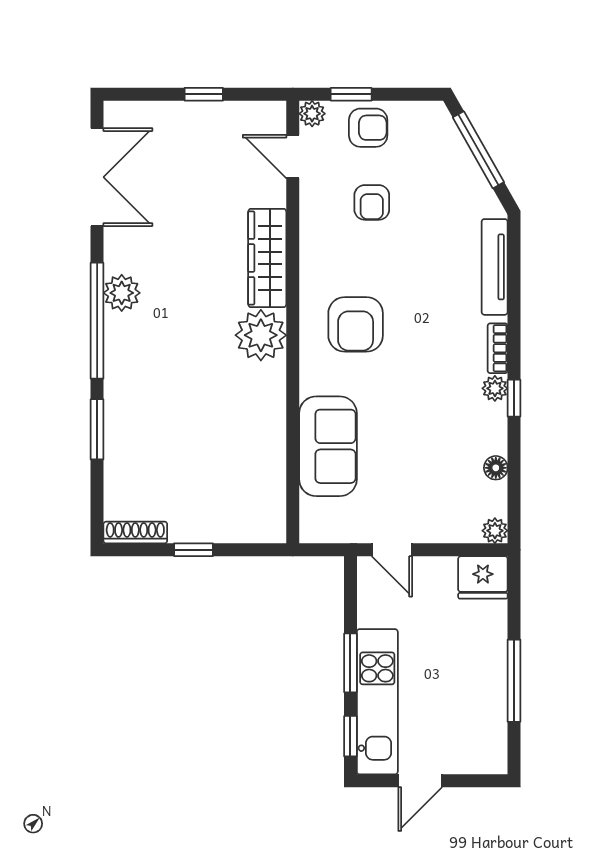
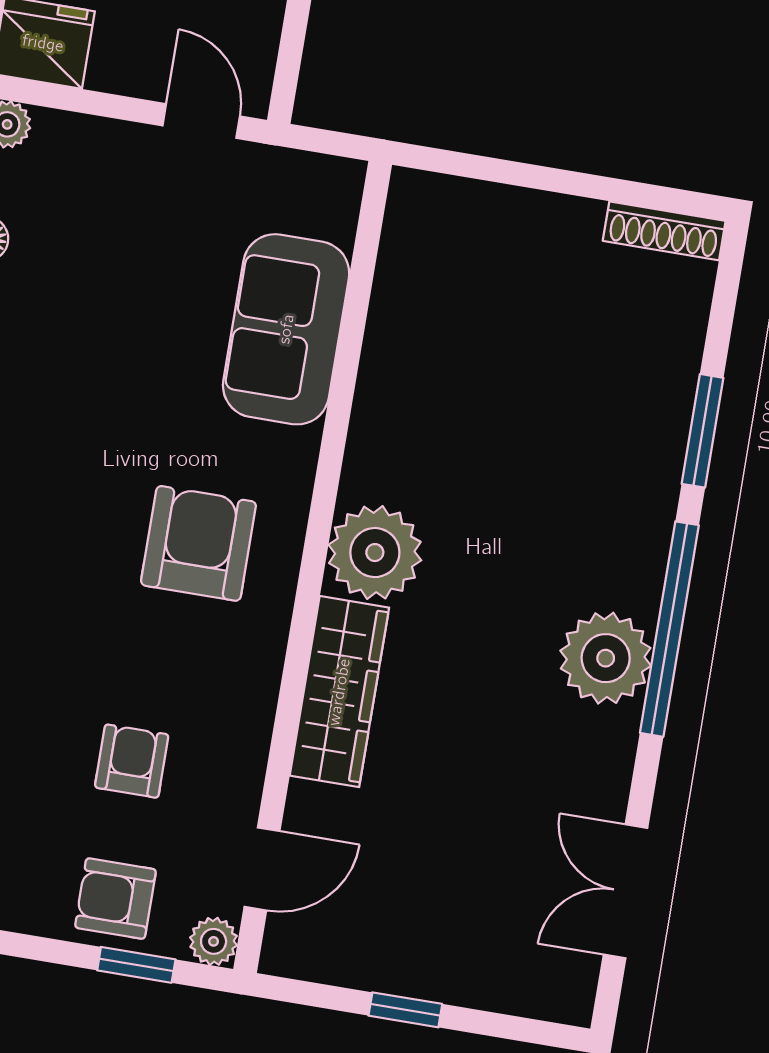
door: (293, 157) -> (262, 869), hinge flipped
double door: (97, 177) -> (625, 891), width x0.73
plant: (122, 293) -> (606, 658), width x1.36, depth x1.36
window: (194, 550) -> (563, 182), removed

